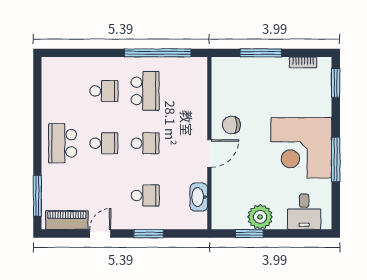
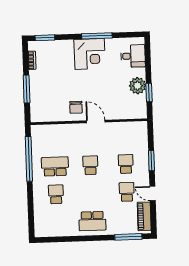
school desk: (104, 143) -> (127, 192), moved
corner desk: (301, 148) -> (90, 54), width x0.74, depth x0.74
washbasin: (199, 197) -> (126, 128), removed

